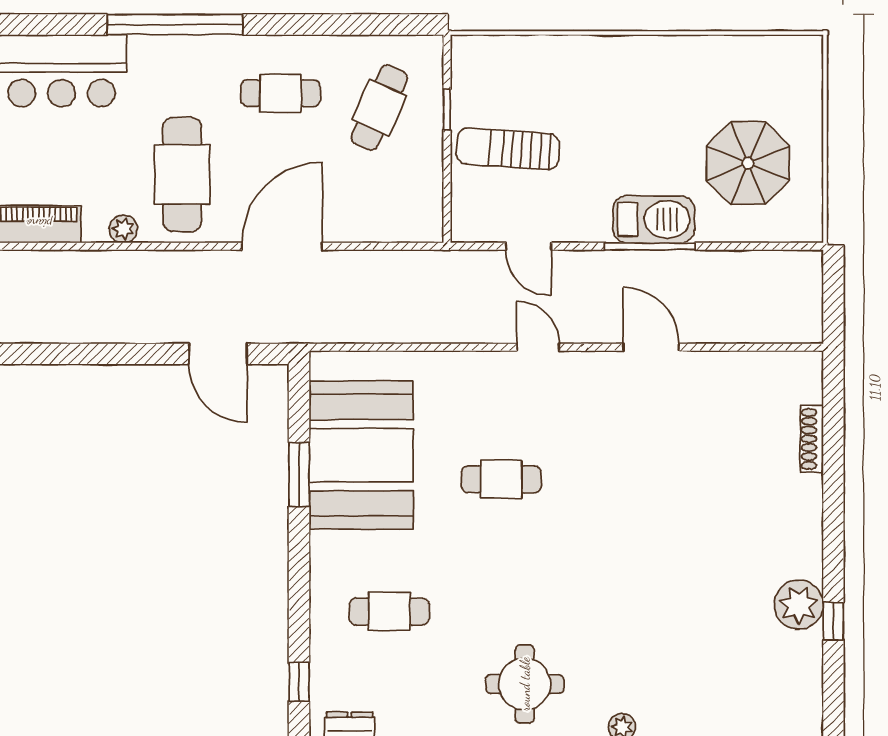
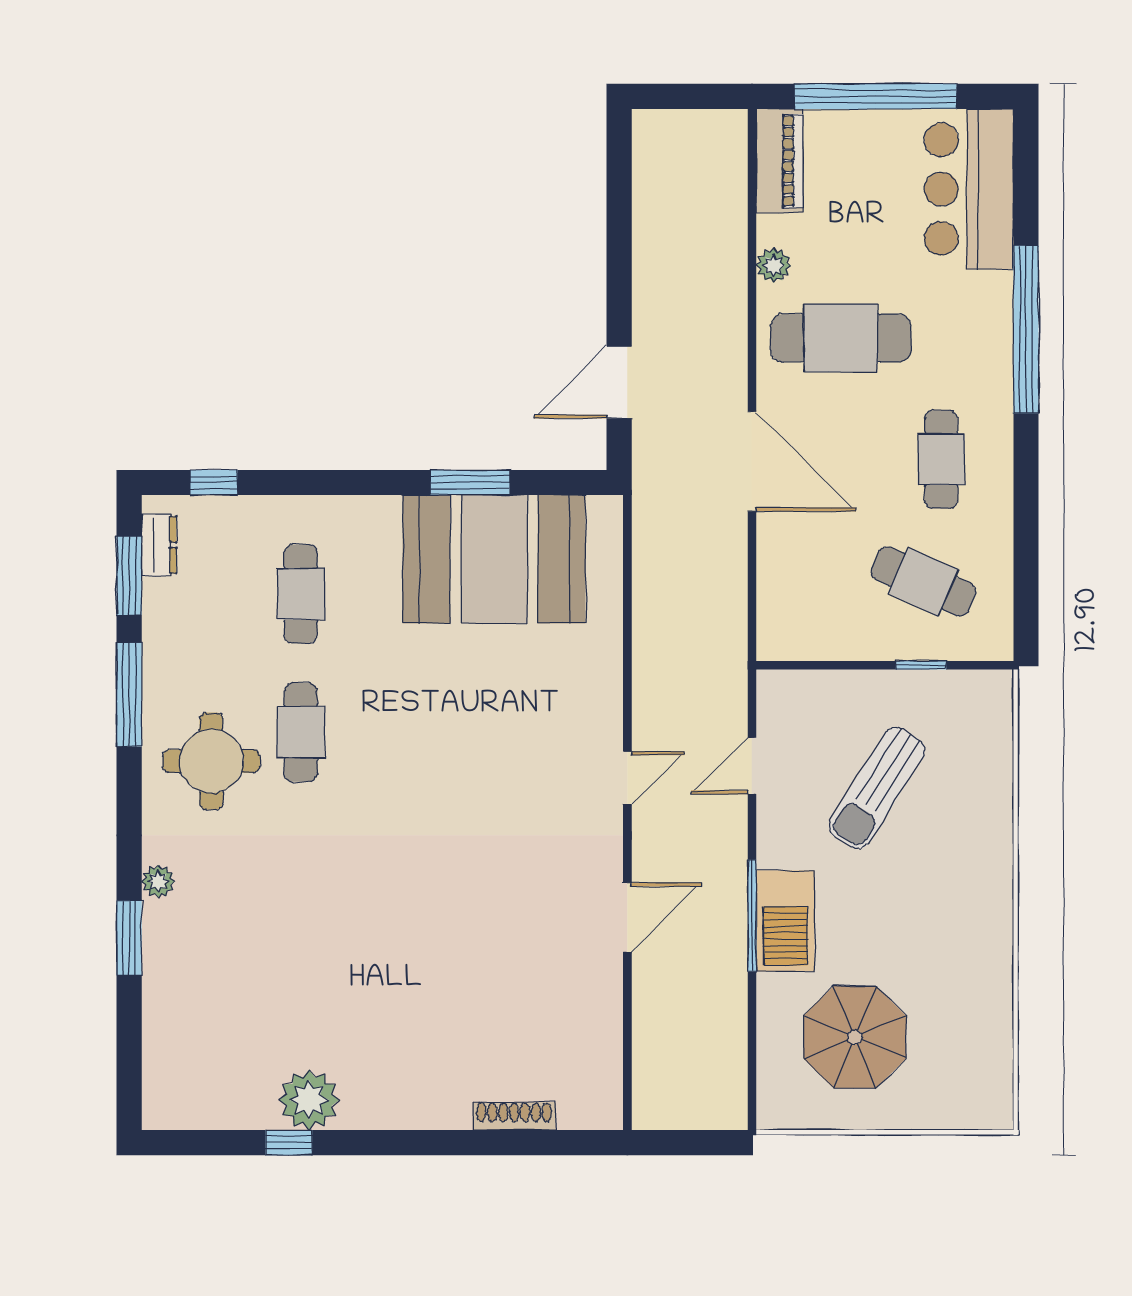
sun lounger: (508, 149) -> (877, 788), moved, turned -152
cafe table: (501, 479) -> (301, 732), moved

